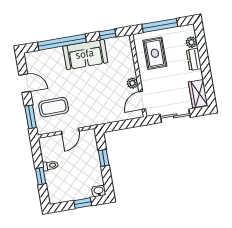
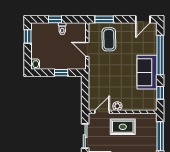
rug: (155, 53) -> (123, 127), moved
door: (25, 83) -> (143, 19), moved
door: (142, 100) -> (102, 112), hinge flipped
window: (83, 203) -> (28, 36), moved

